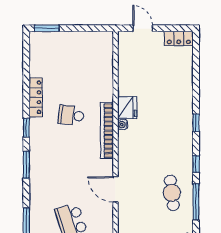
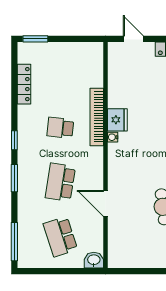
locker: (36, 97) -> (24, 84), moved
bookcase: (107, 131) -> (97, 117), moved
school desk: (71, 169) -> (60, 182), added

